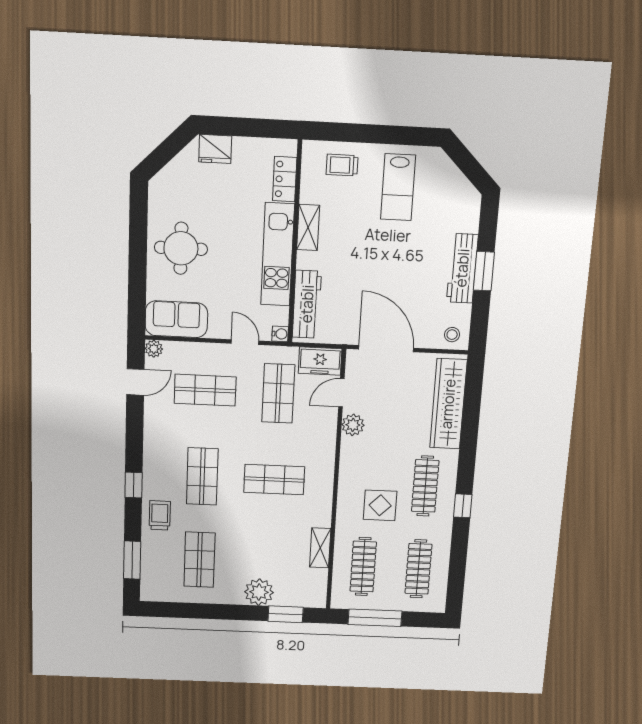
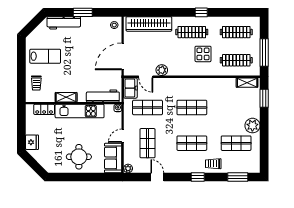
workbench: (462, 268) -> (64, 23), moved
door: (245, 342) -> (123, 136), moved
door: (135, 382) -> (157, 177), moved
shop shelf: (274, 480) -> (192, 107), turned 90
shelving: (320, 548) -> (247, 83), moved
plant: (259, 592) -> (252, 126), moved

